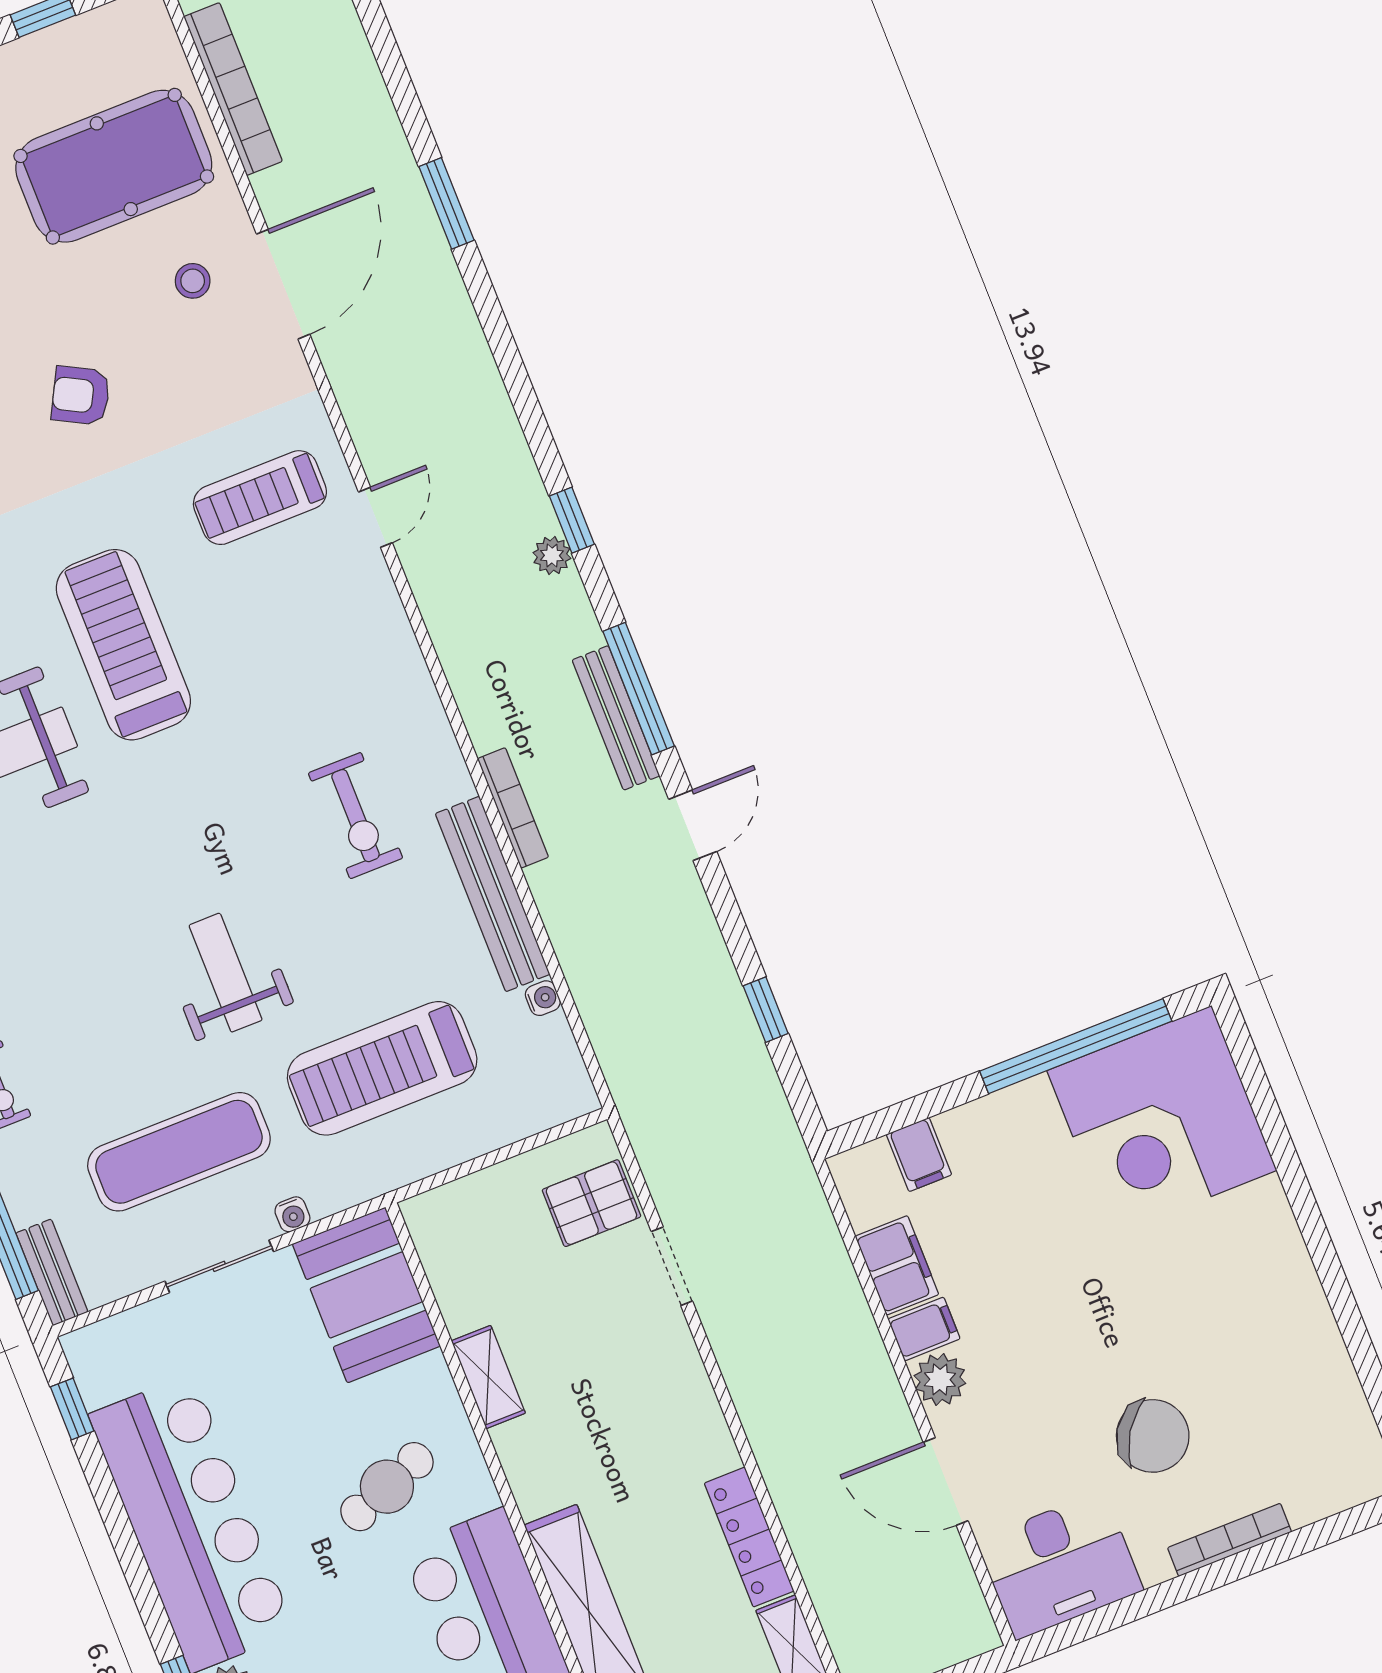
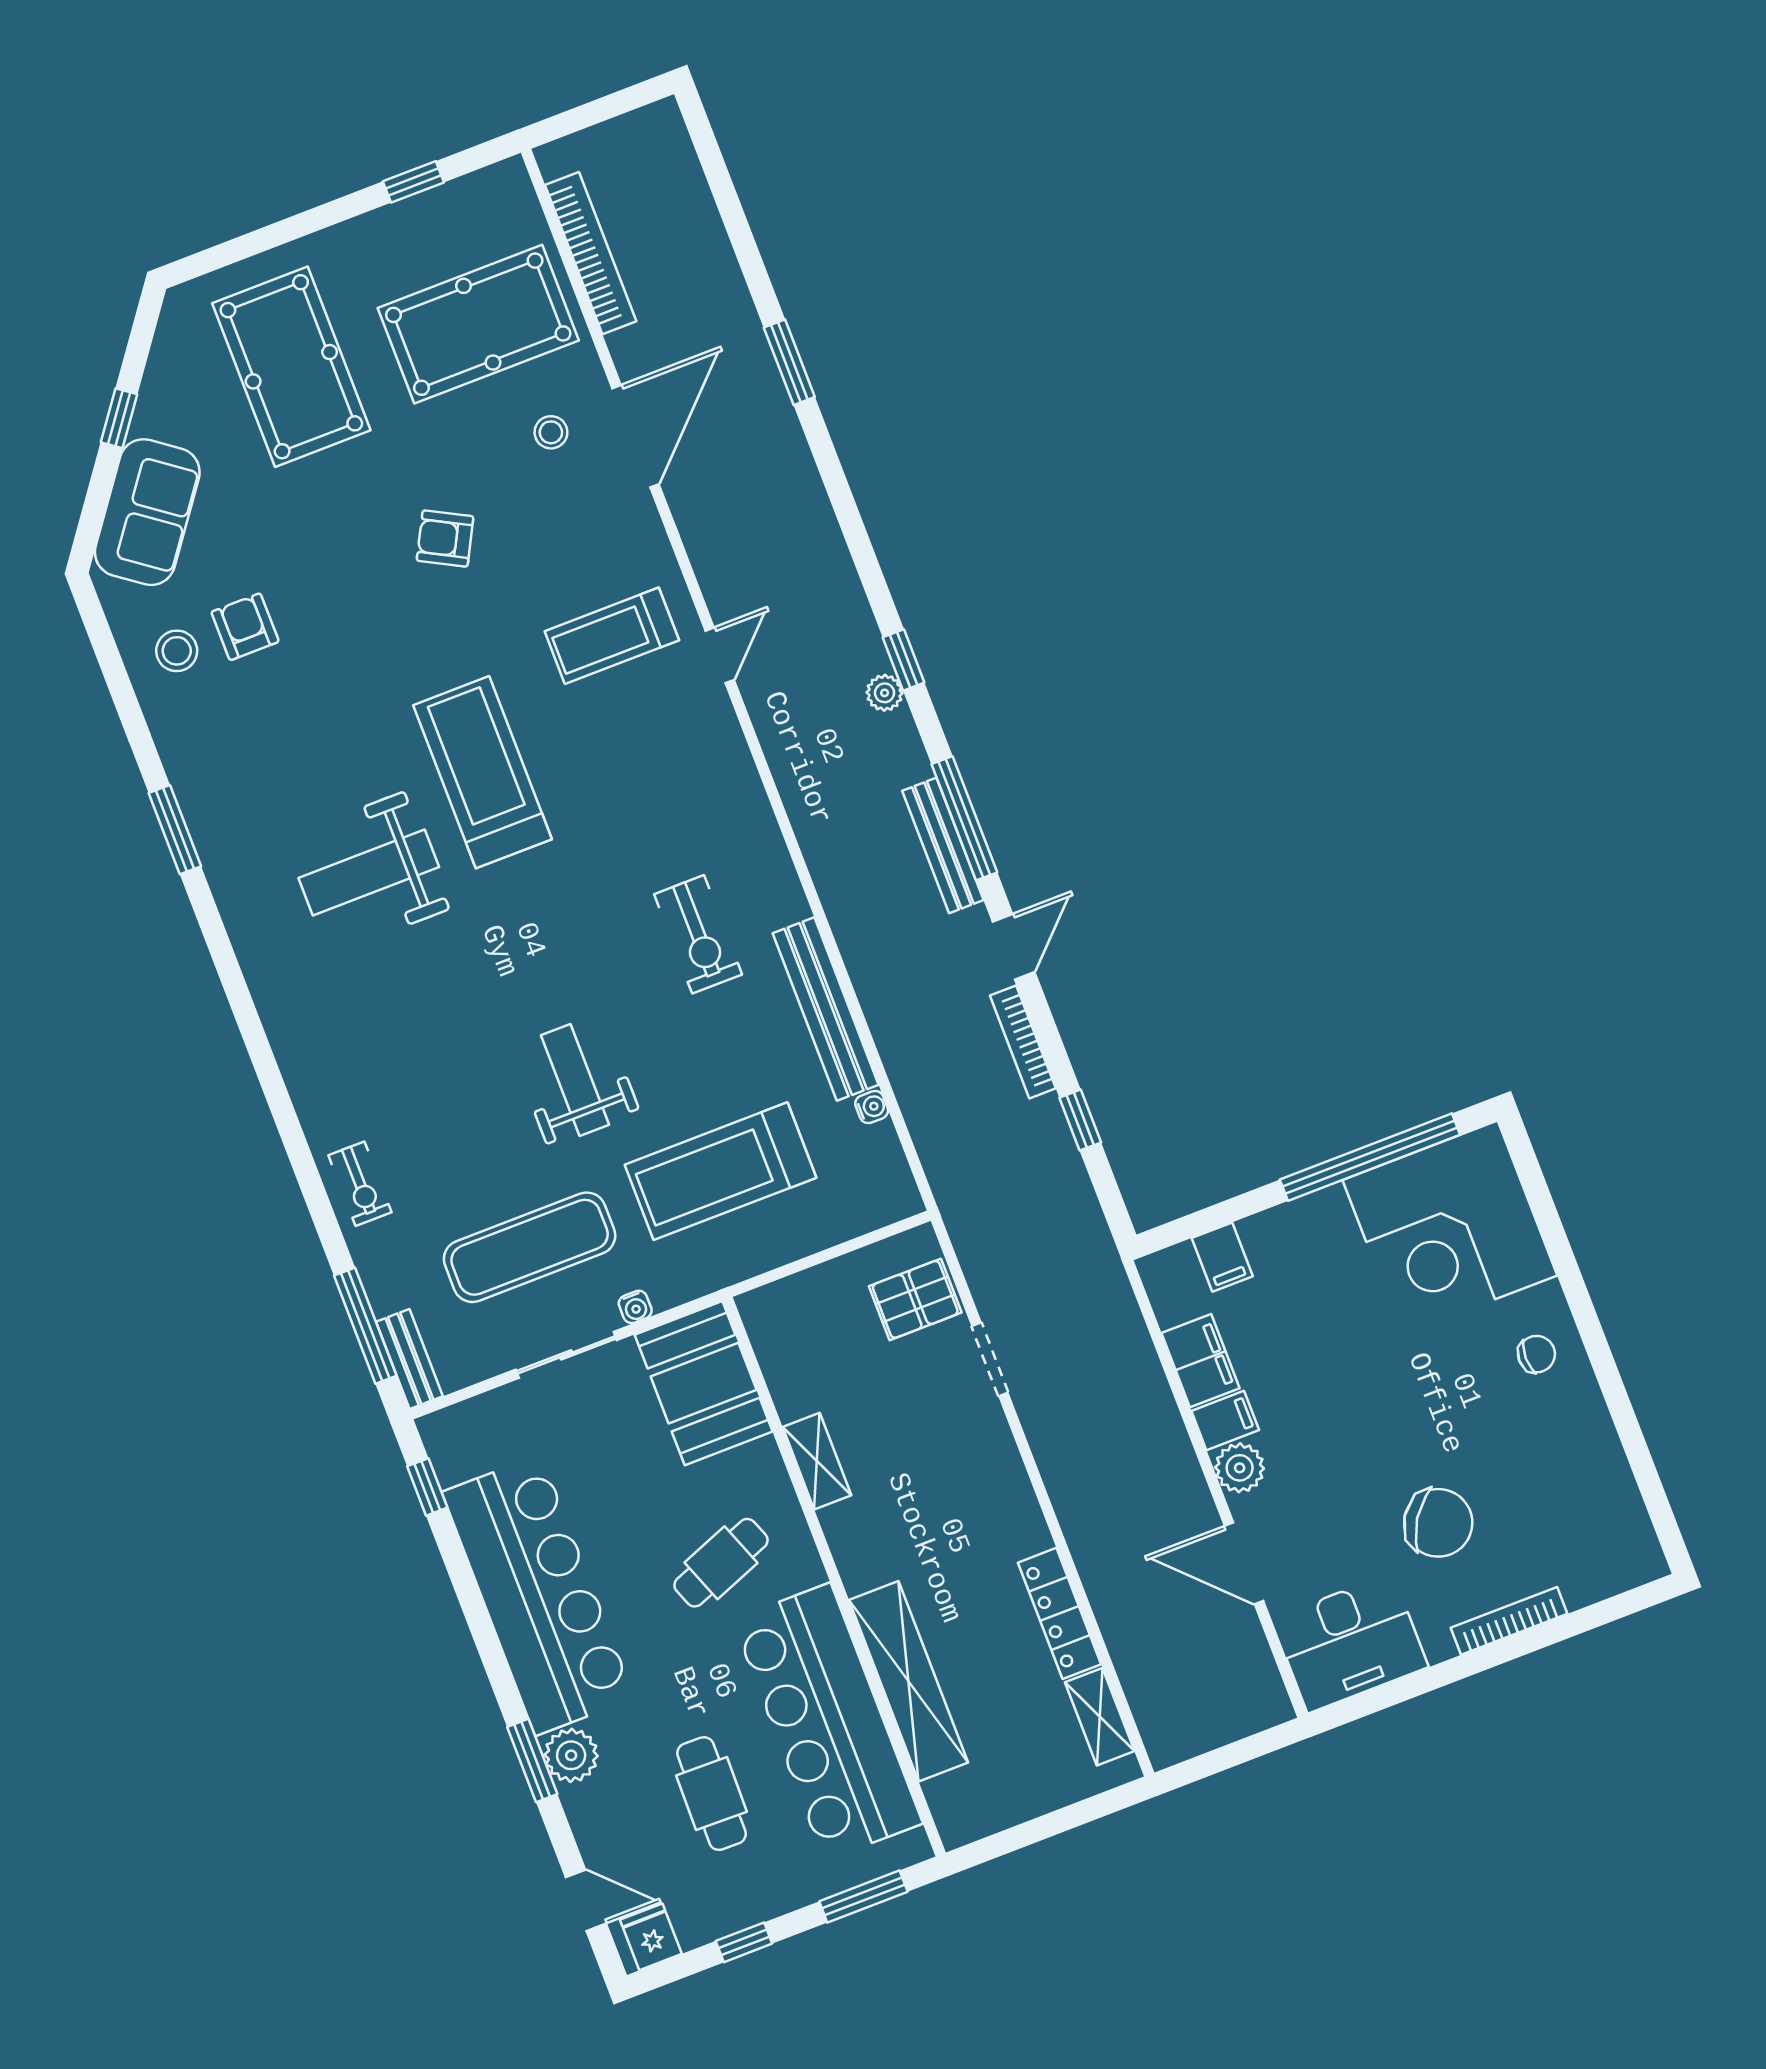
bookcase: (513, 808) -> (1023, 1042), moved, turned 180
chair: (1256, 1255) -> (1537, 1354), added

